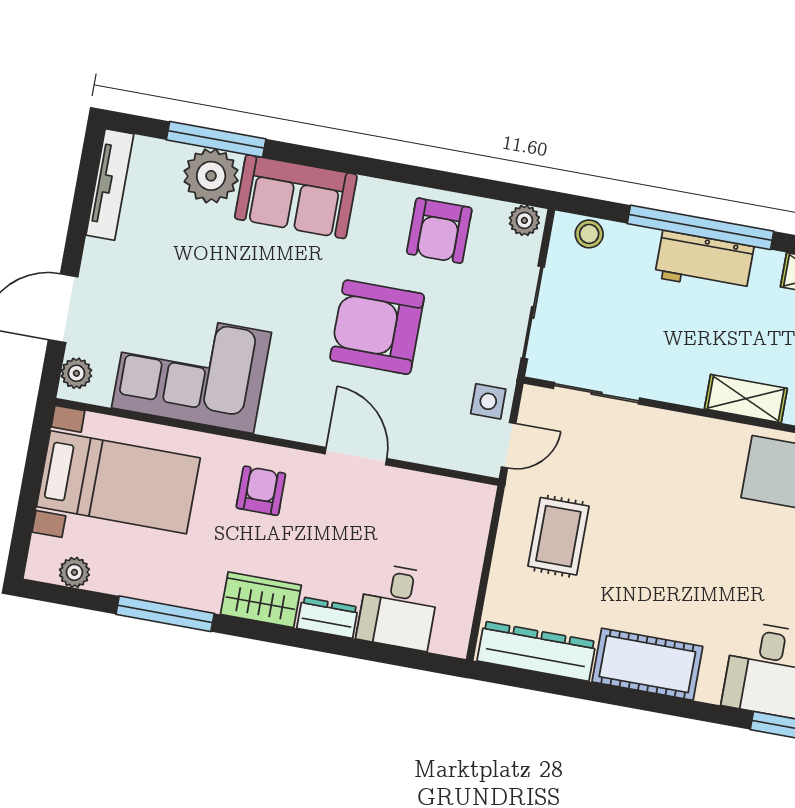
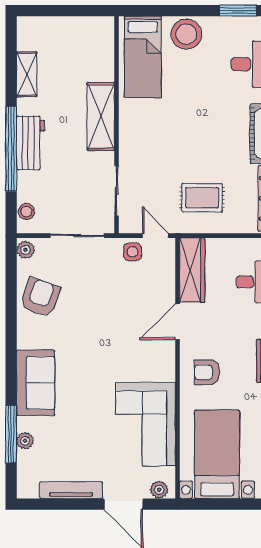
plant: (211, 176) -> (25, 441), width x0.53, depth x0.53
tv unit: (110, 184) -> (71, 490), moved
armchair: (439, 231) -> (40, 297), turned -71
armchair: (377, 327) -> (102, 323), removed
shelving: (746, 399) -> (101, 116), width x1.50, depth x1.33
wardrobe: (439, 497) -> (192, 270), added

